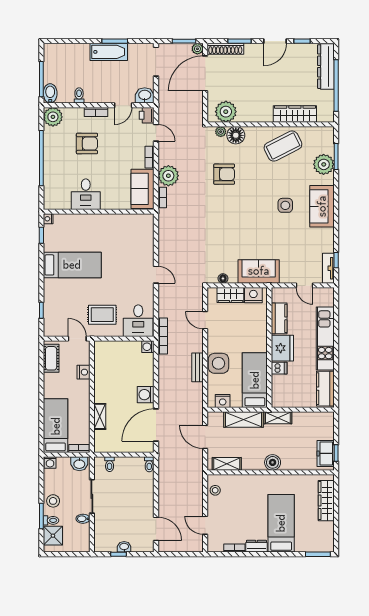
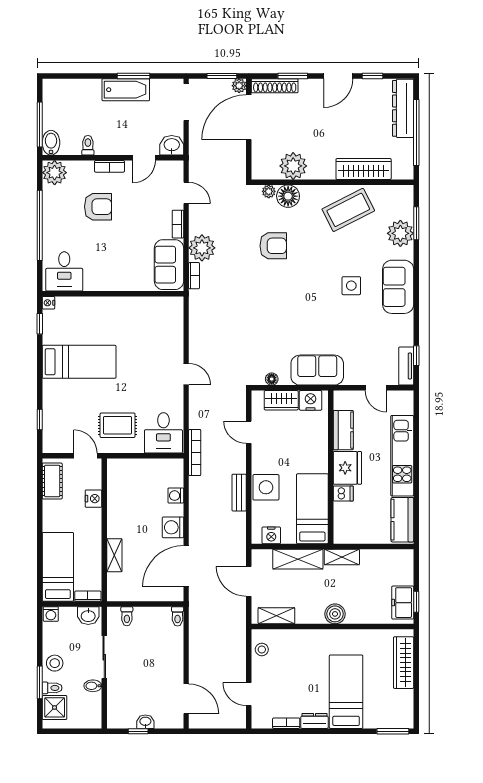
plant: (226, 112) -> (293, 166), moved
printer: (147, 115) -> (174, 171), removed
desk: (86, 194) -> (64, 271), moved
washing machine: (148, 347) -> (176, 496), moved

